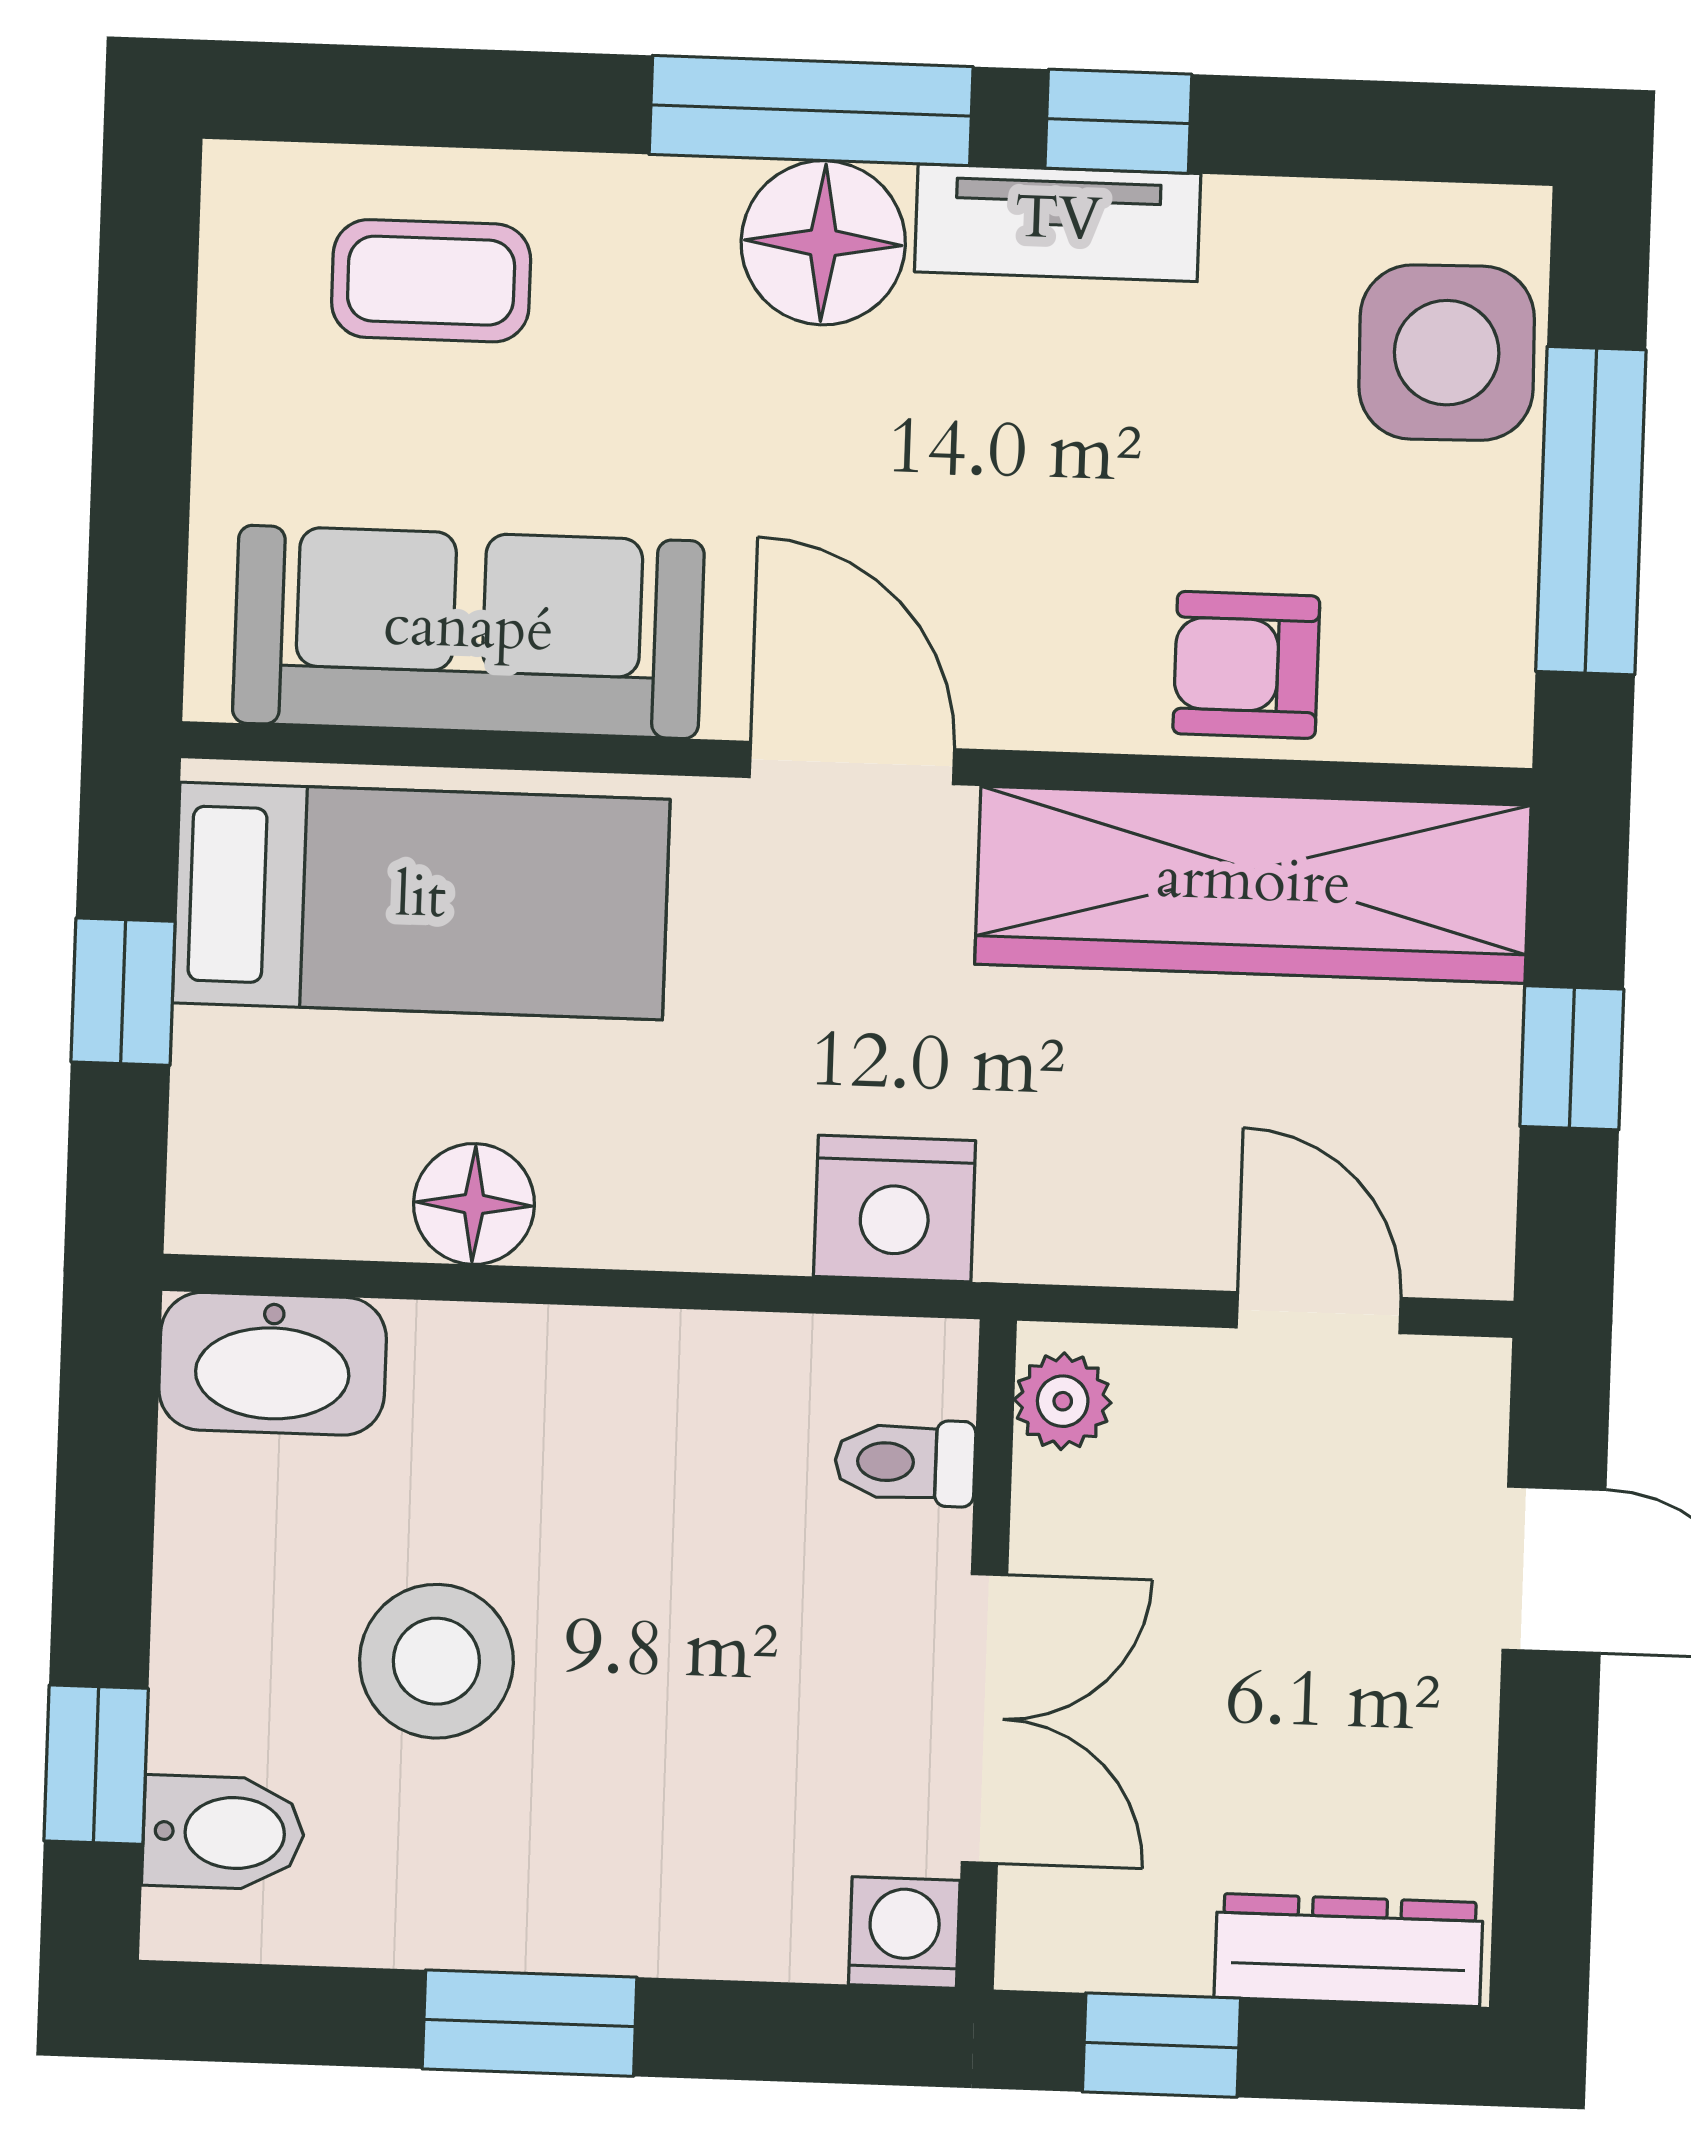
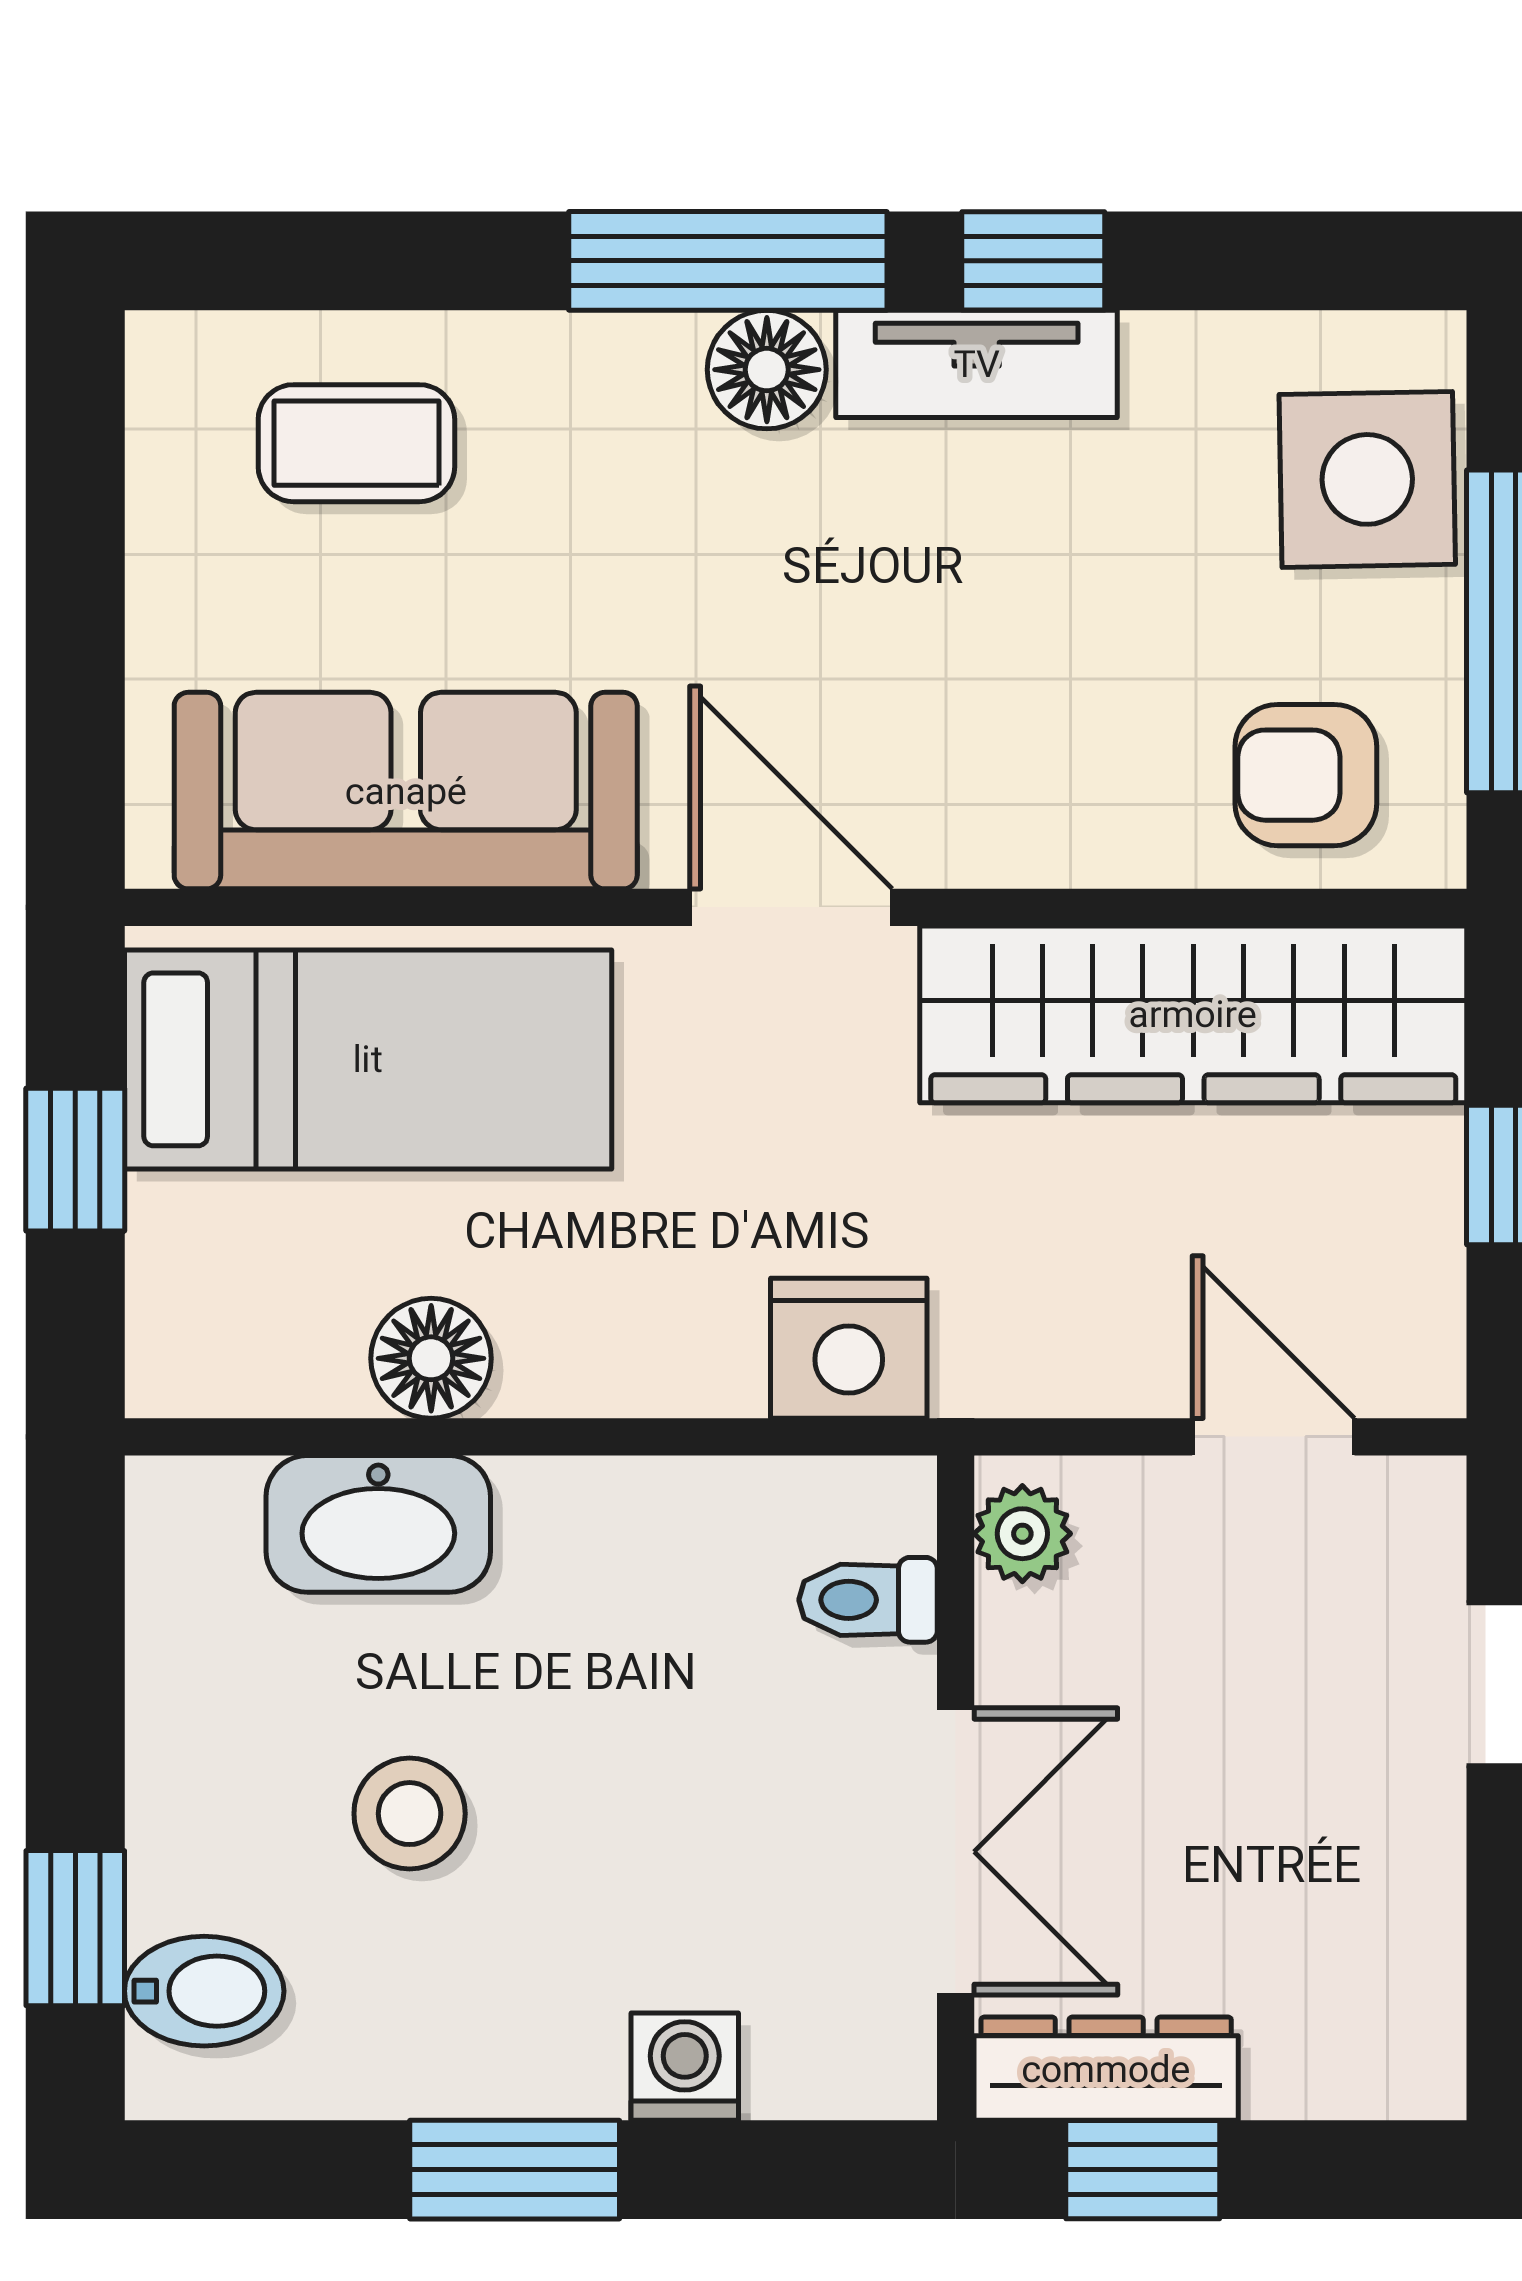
floor lamp: (823, 243) -> (767, 370), width x0.73, depth x0.73
armchair: (1246, 665) -> (1306, 775), moved
washbasin: (273, 1364) -> (378, 1524), moved
stool: (436, 1661) -> (410, 1814), width x0.73, depth x0.73
washing machine: (904, 1932) -> (685, 2067), moved
dresser: (1349, 1950) -> (1106, 2069), moved

